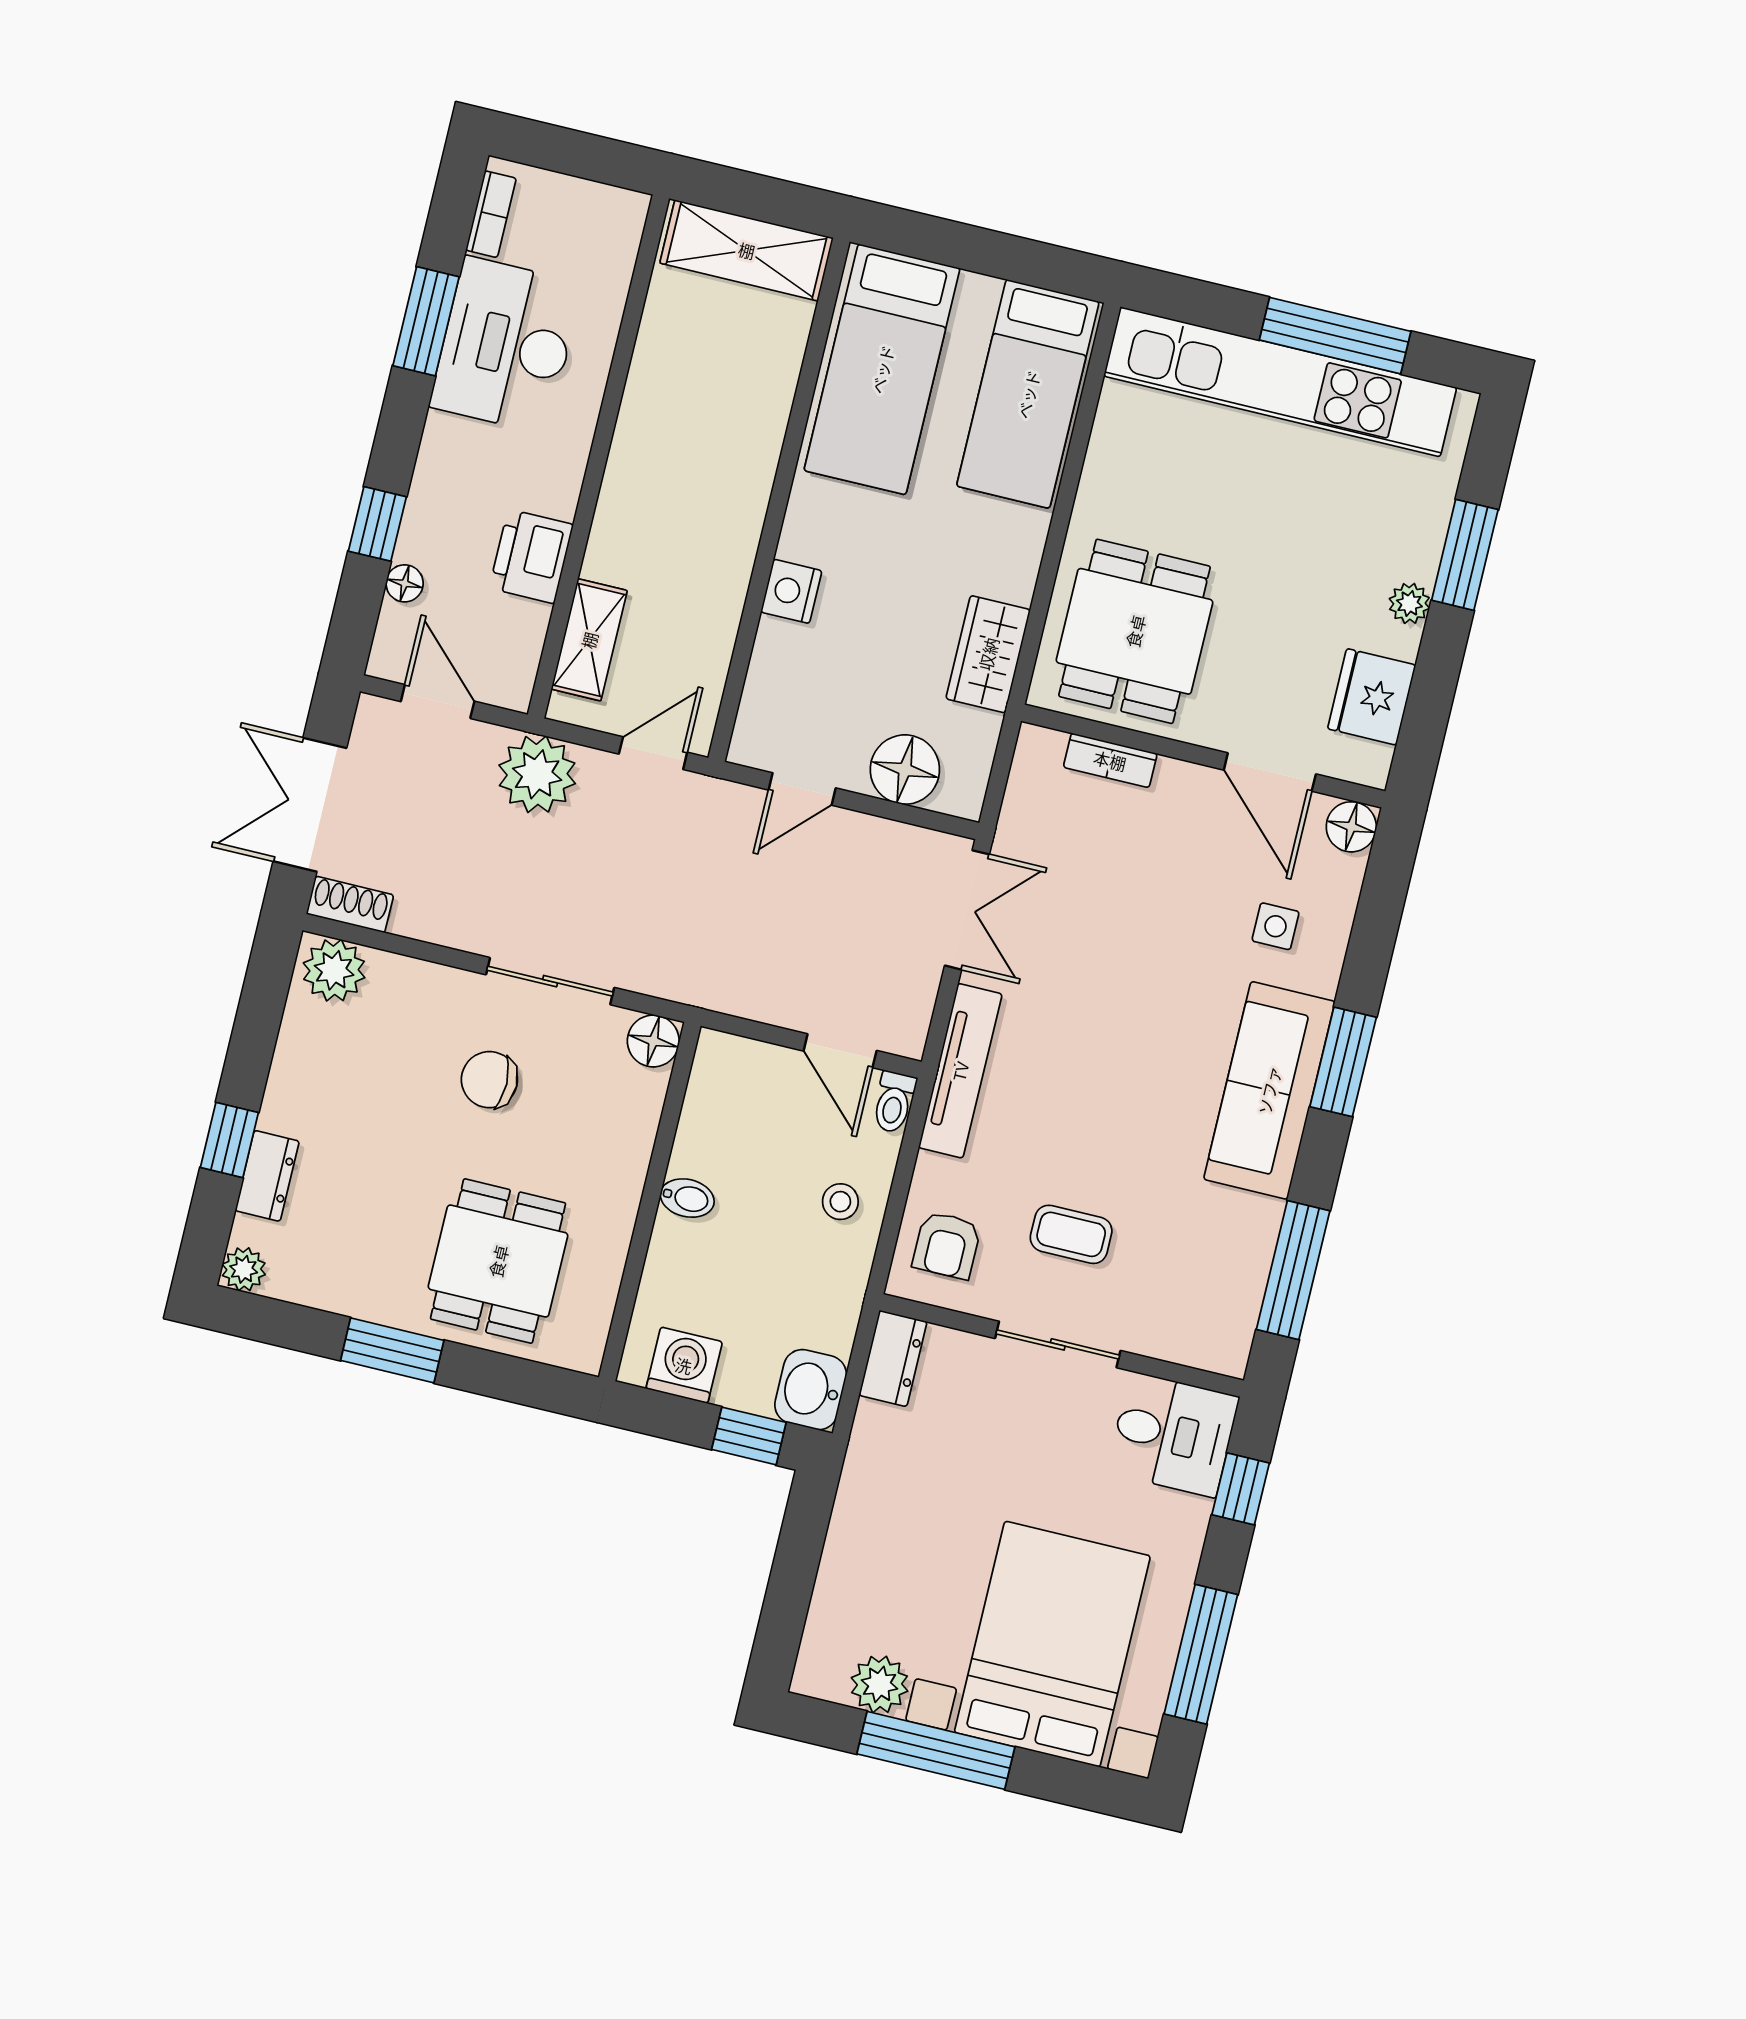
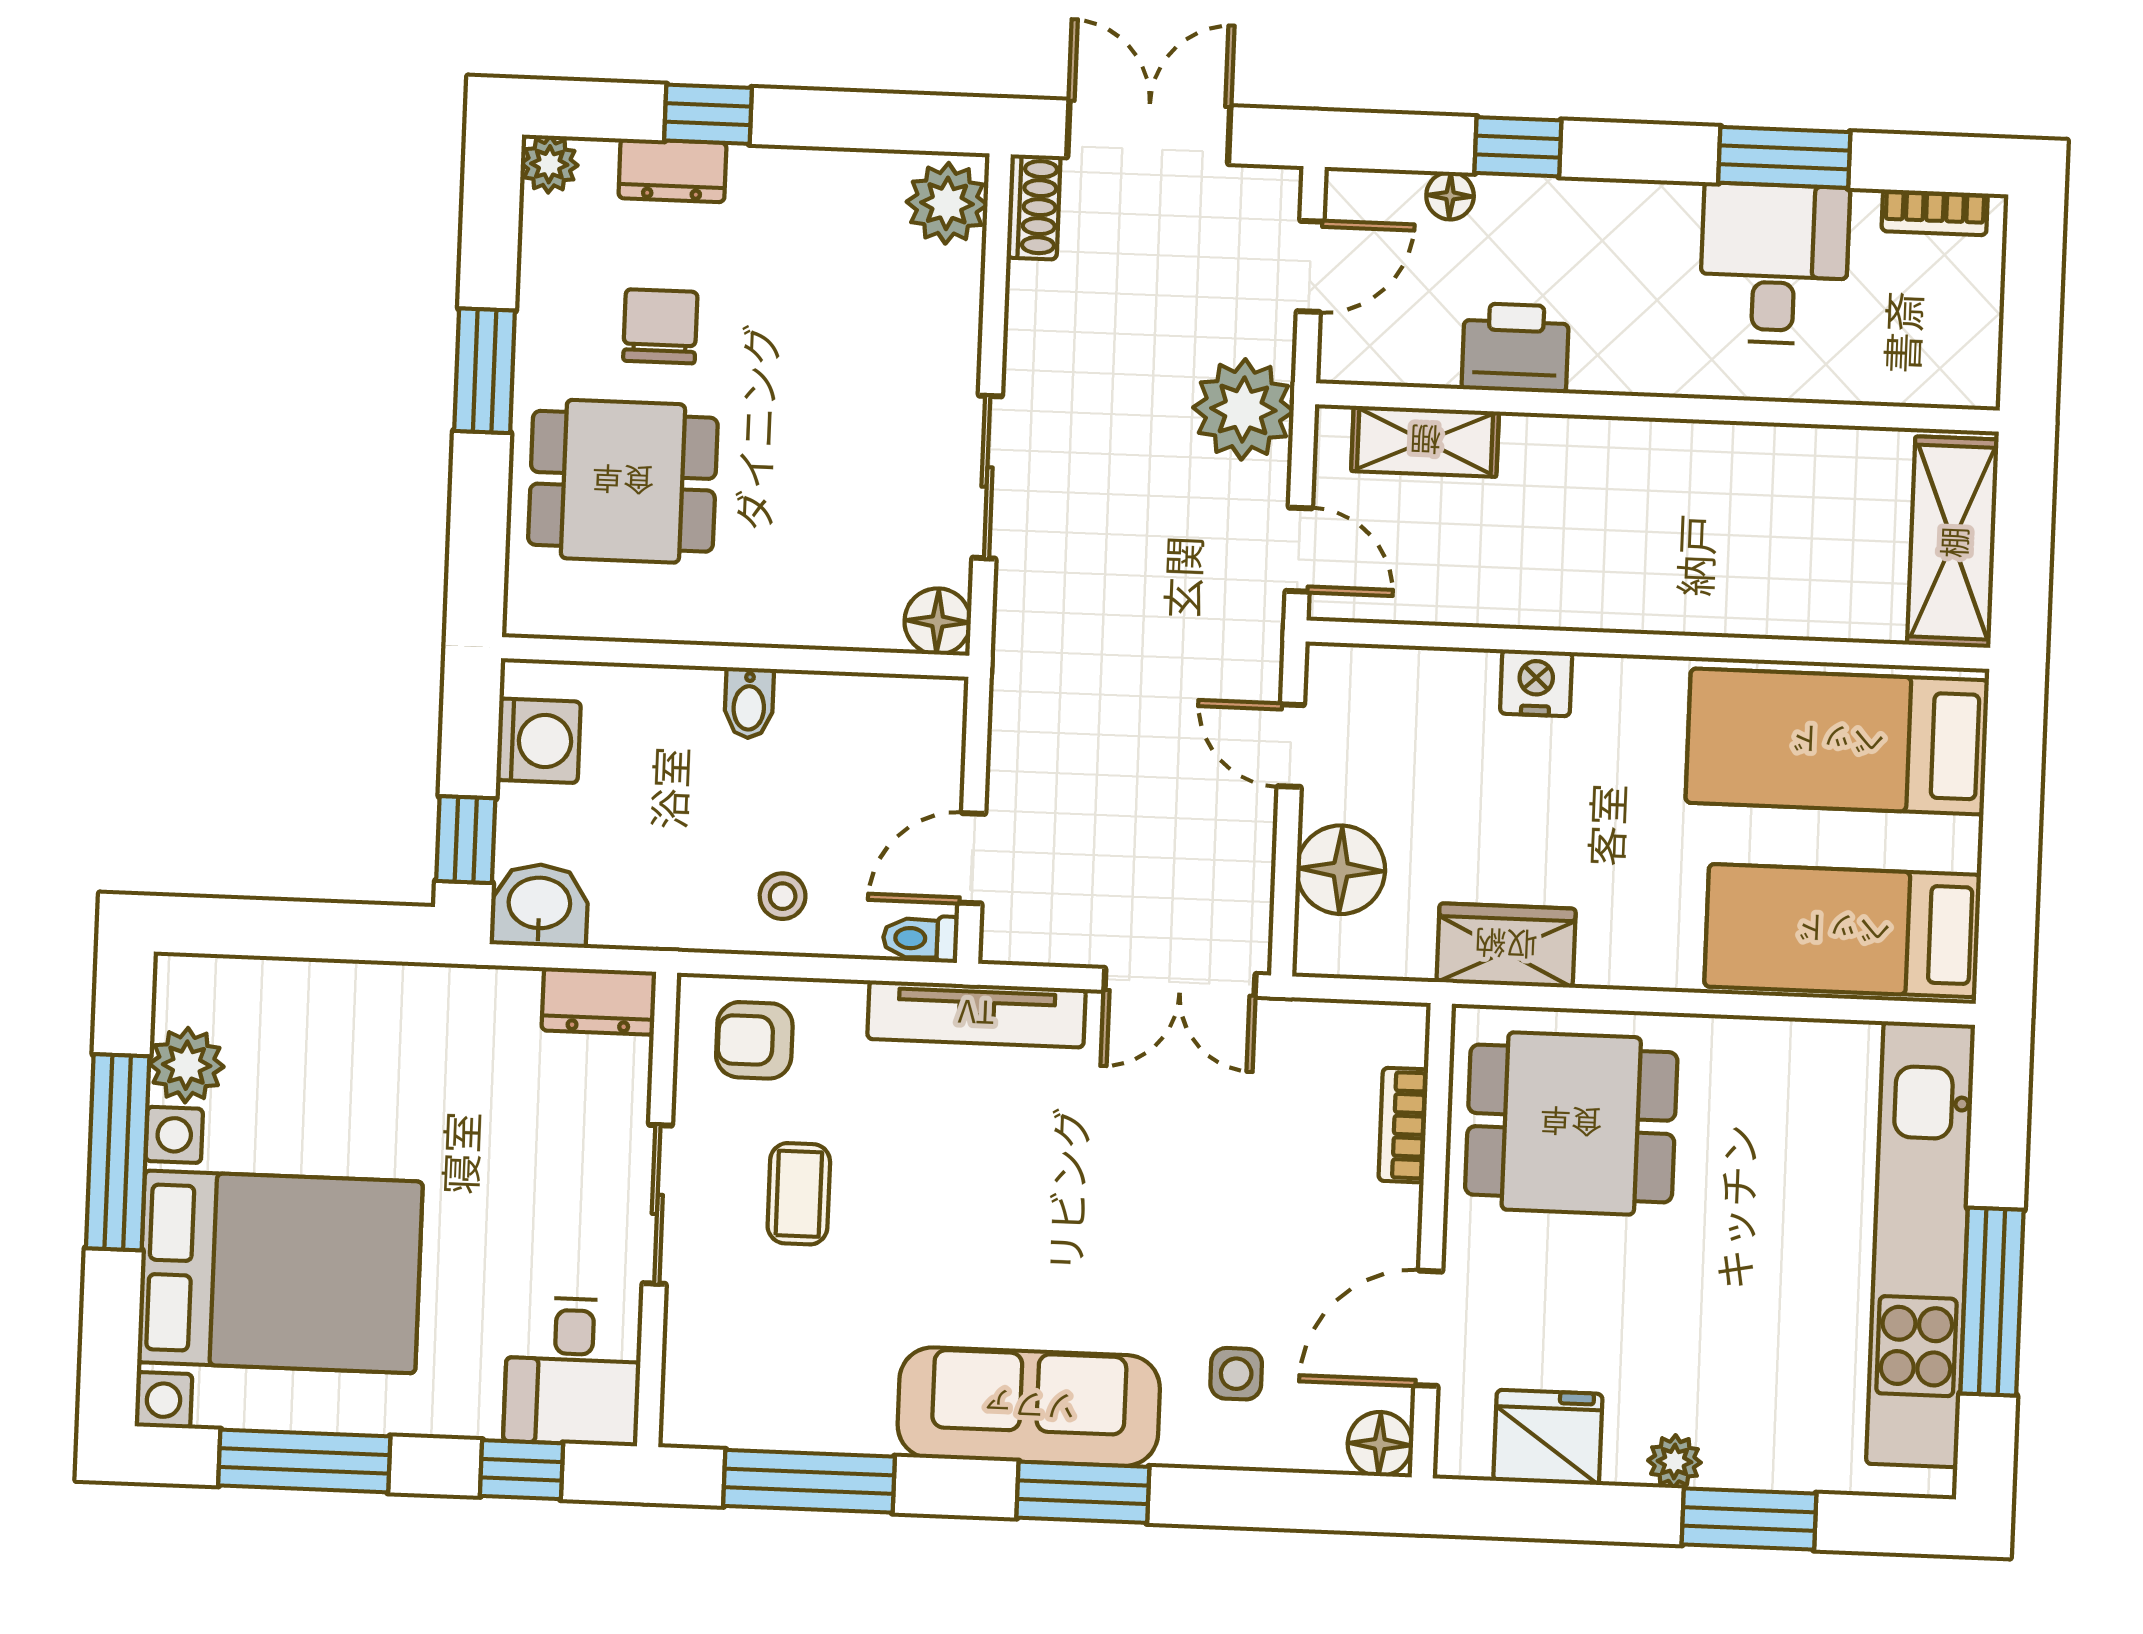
desk: (506, 345) -> (1774, 264), width x0.73
chair: (489, 1080) -> (660, 326), moved

